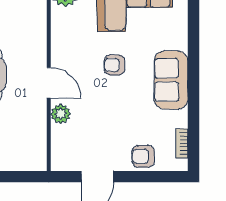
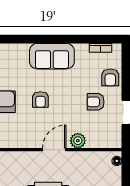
armchair: (111, 137) -> (96, 102), added
floor lamp: (34, 165) -> (117, 161), added

